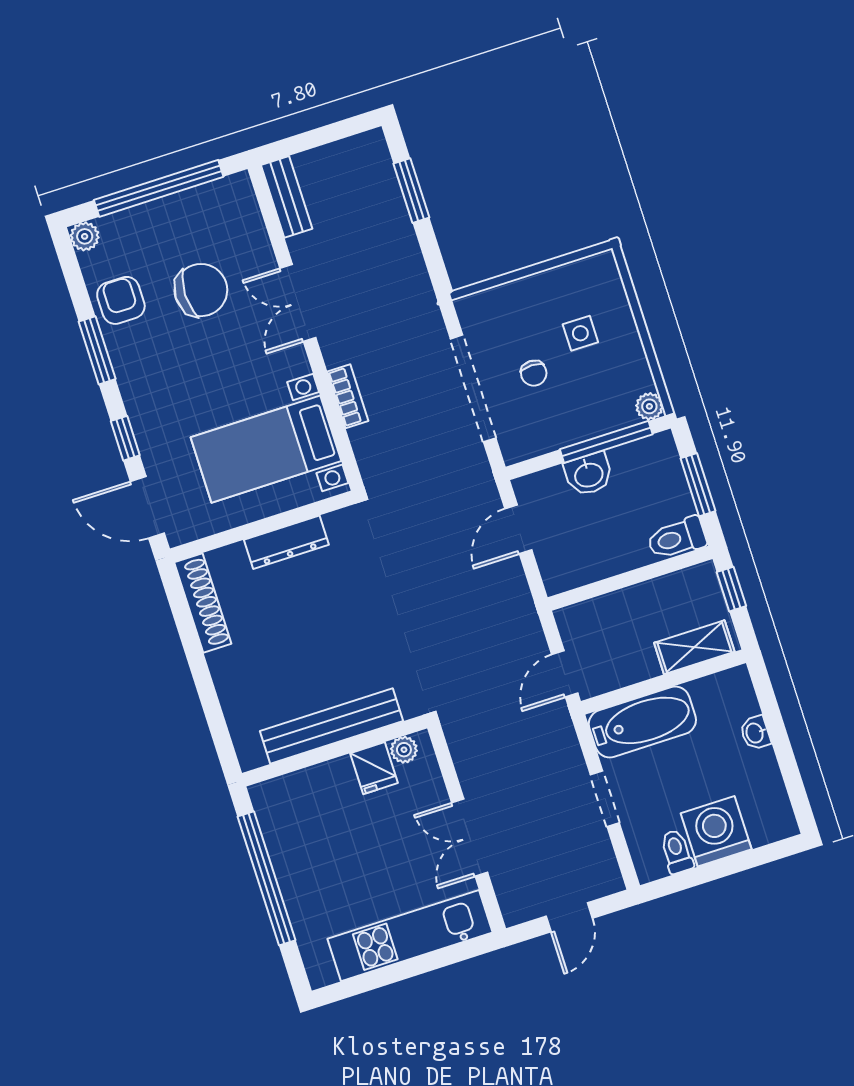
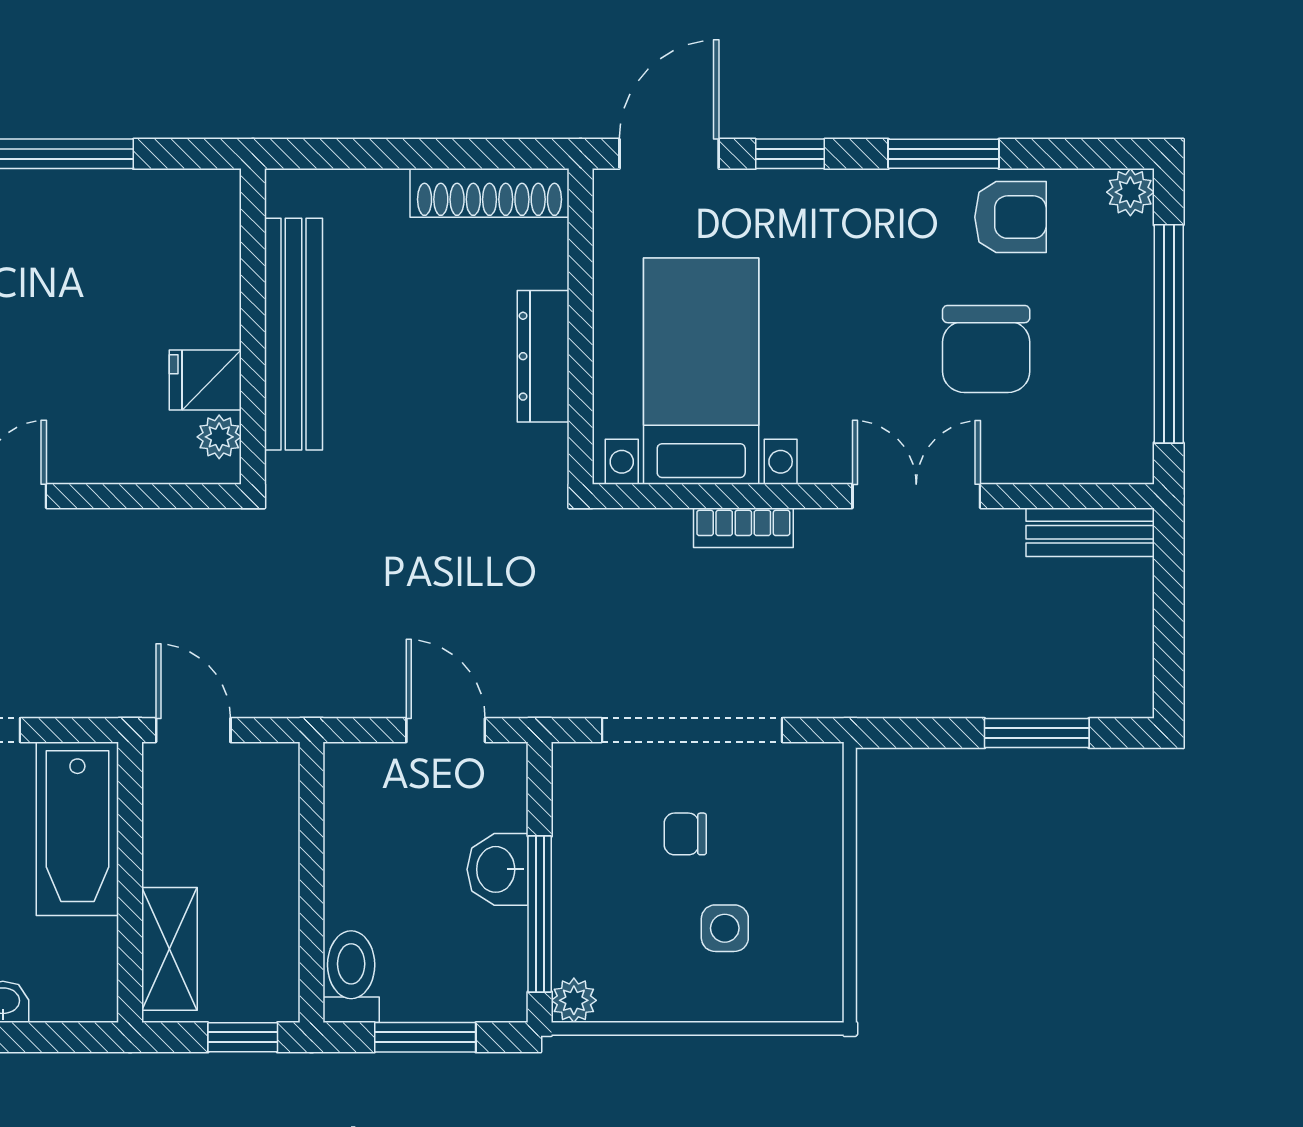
bench: (331, 726) -> (294, 334), moved
plant: (404, 750) -> (219, 437), moved
wall: (335, 751) -> (253, 326), moved
fridge: (374, 768) -> (205, 380), moved

